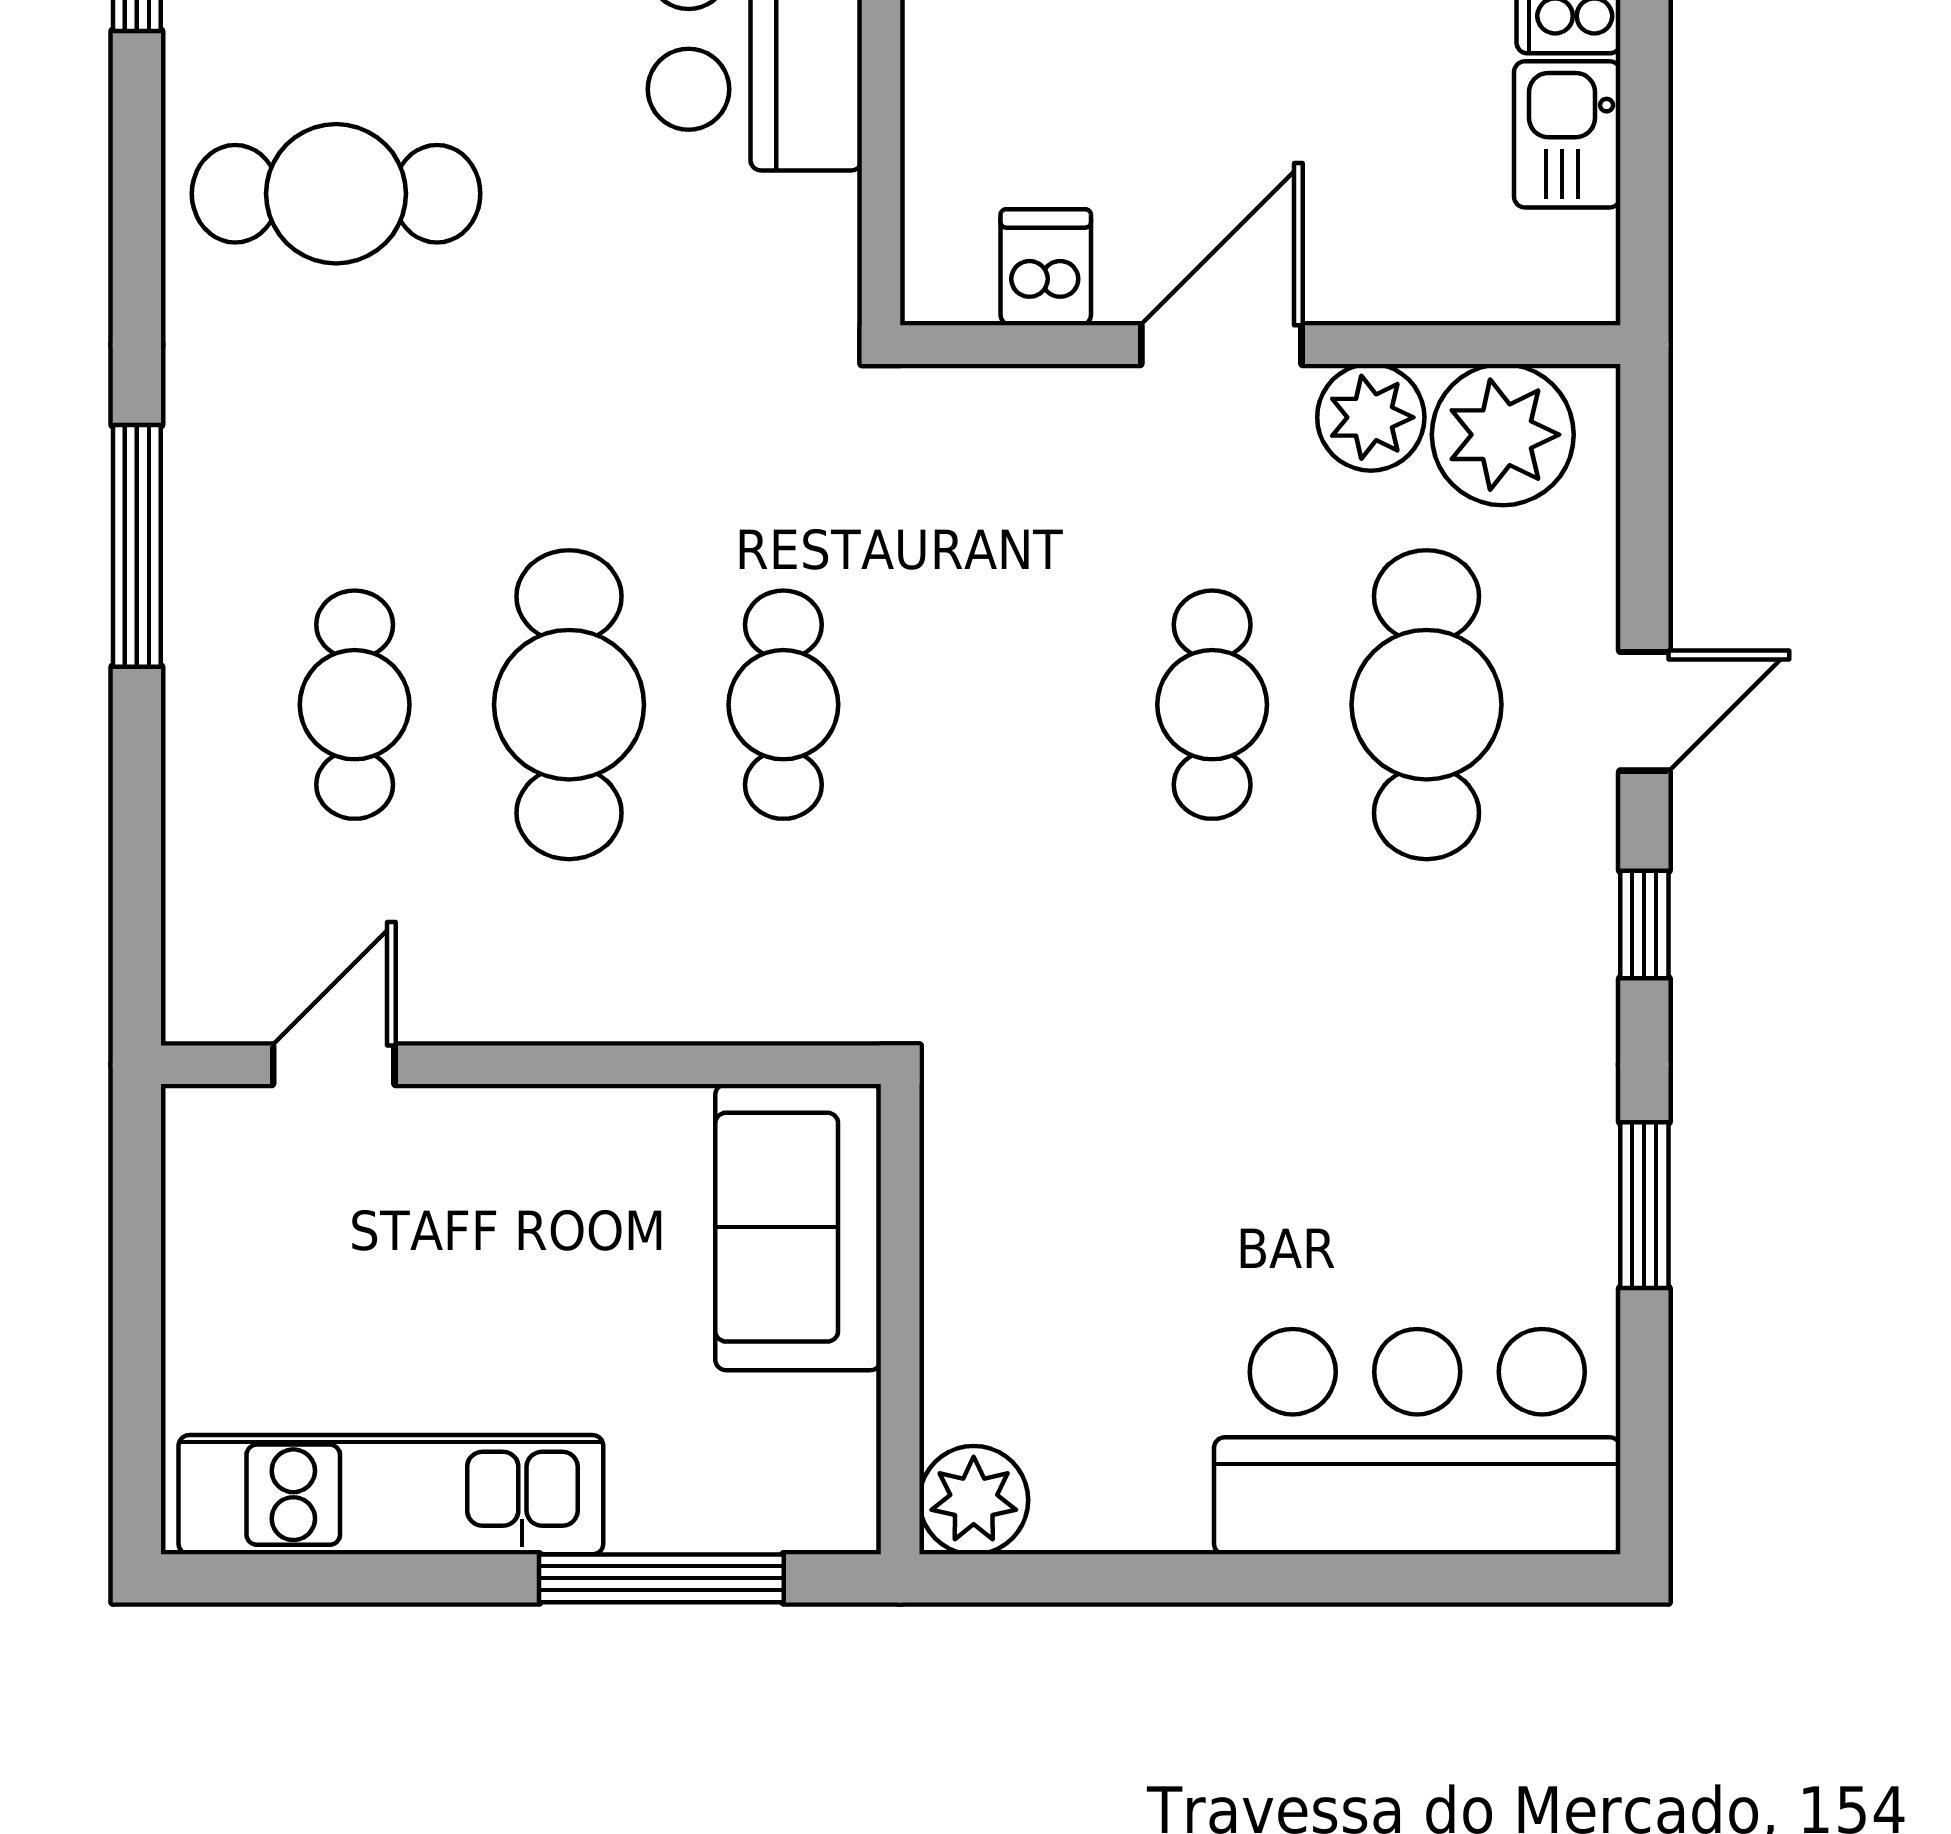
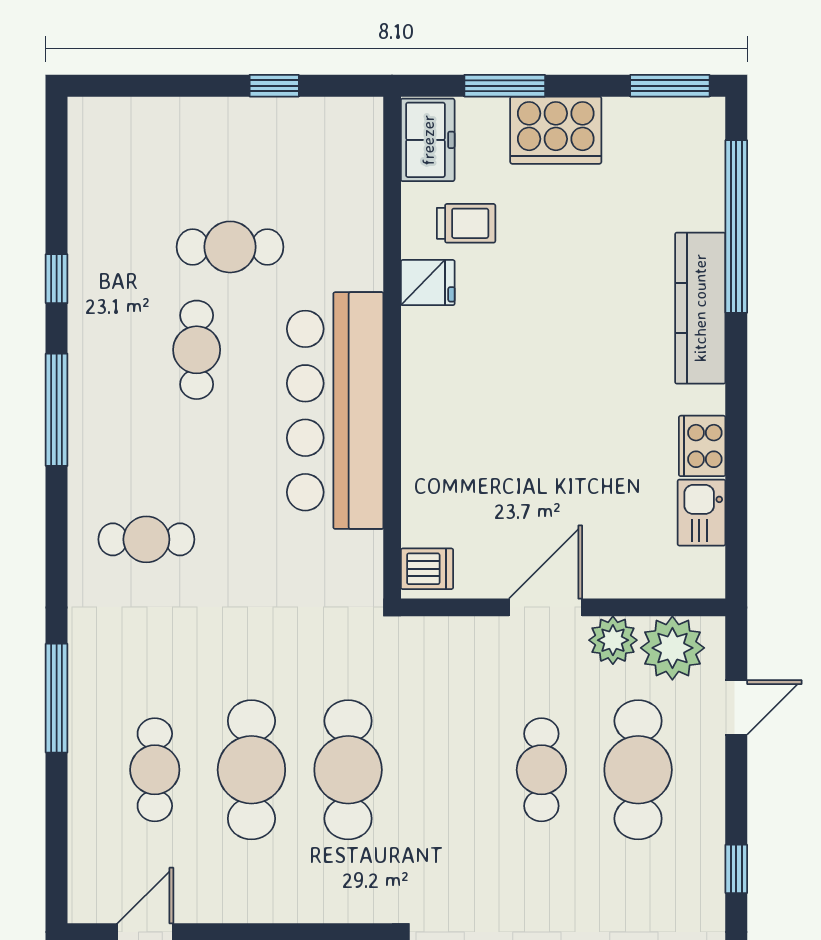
cafe table: (336, 194) -> (146, 539), width x0.73, depth x0.74
dishwasher: (1046, 267) -> (427, 569), moved, turned 90
cafe table: (783, 705) -> (348, 770), width x1.37, depth x1.35
door: (1644, 711) -> (736, 707), moved

